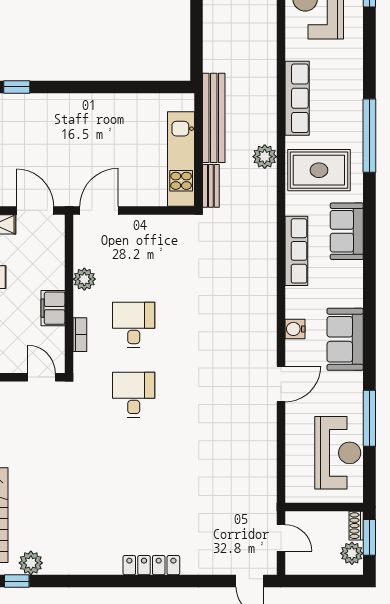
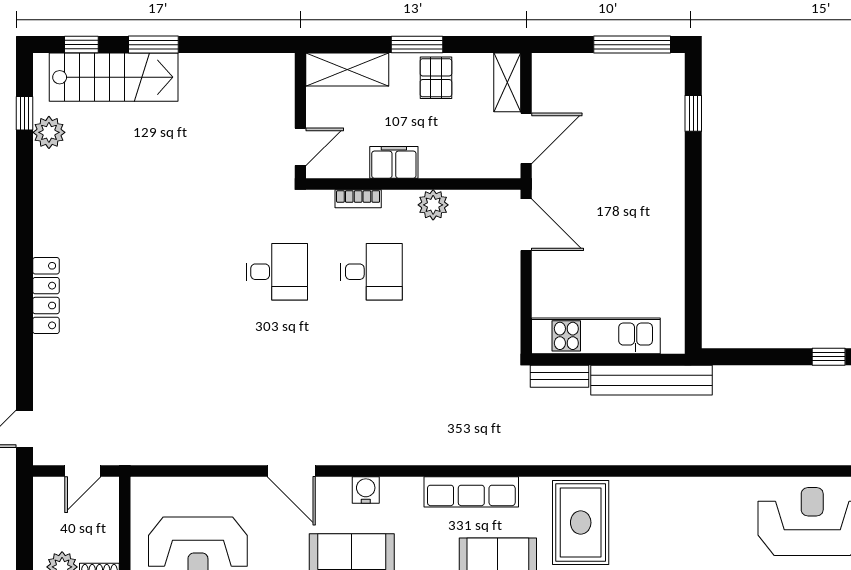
row of seats: (297, 98) -> (678, 493), removed
plant: (265, 157) -> (599, 449), removed

